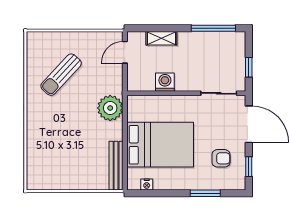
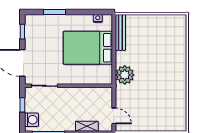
door: (125, 52) -> (114, 116), hinge flipped
sun lounger: (61, 75) -> (161, 100), removed
washing machine: (165, 82) -> (32, 120), moved, turned -90
armchair: (221, 158) -> (43, 38), removed

